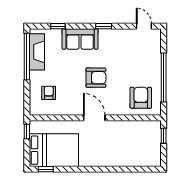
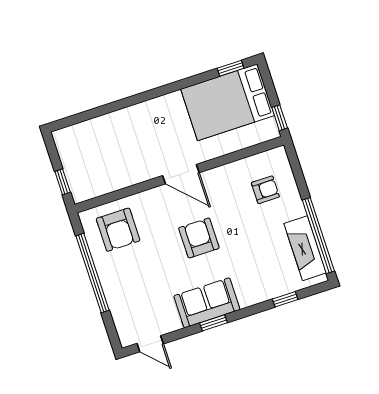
sofa: (80, 39) -> (207, 303), moved
armchair: (96, 78) -> (199, 238), turned 90
armchair: (49, 93) -> (265, 190), turned -90

